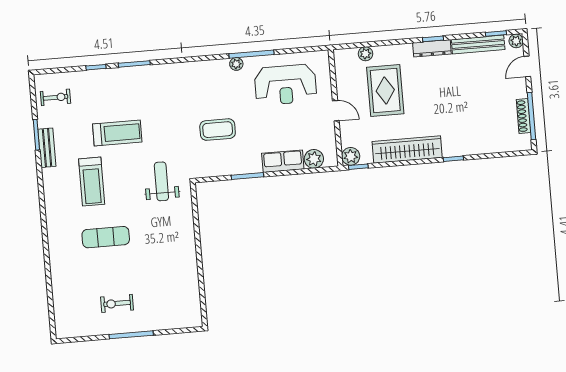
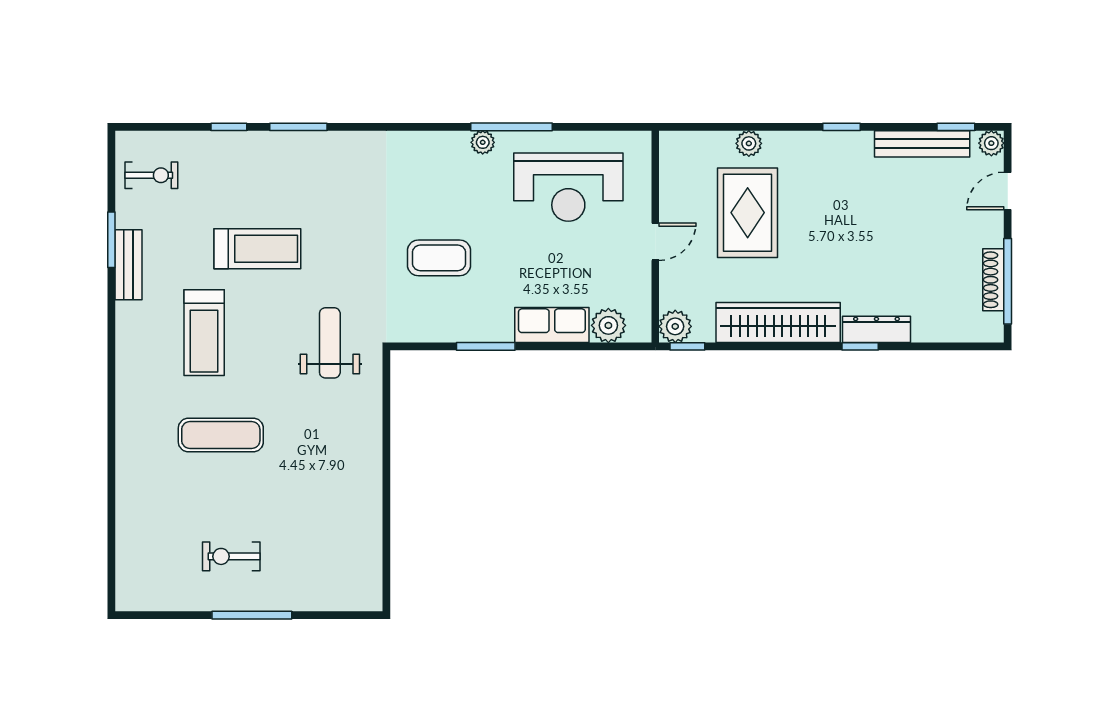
dresser: (432, 48) -> (876, 329), moved, turned 180
plant: (365, 54) -> (749, 143), moved
door: (336, 111) -> (655, 242), hinge flipped

